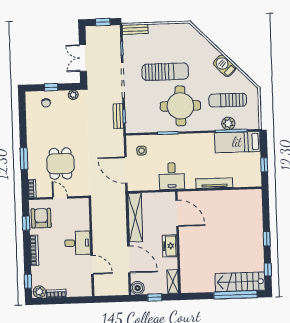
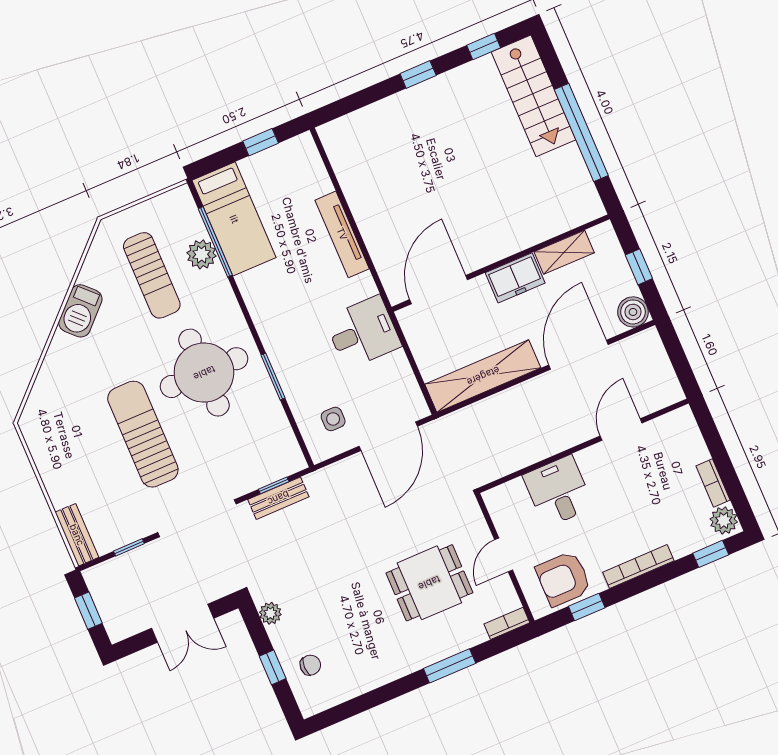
desk: (78, 243) -> (558, 491), moved
shelving: (173, 282) -> (564, 252), moved
window: (235, 295) -> (581, 132), moved

